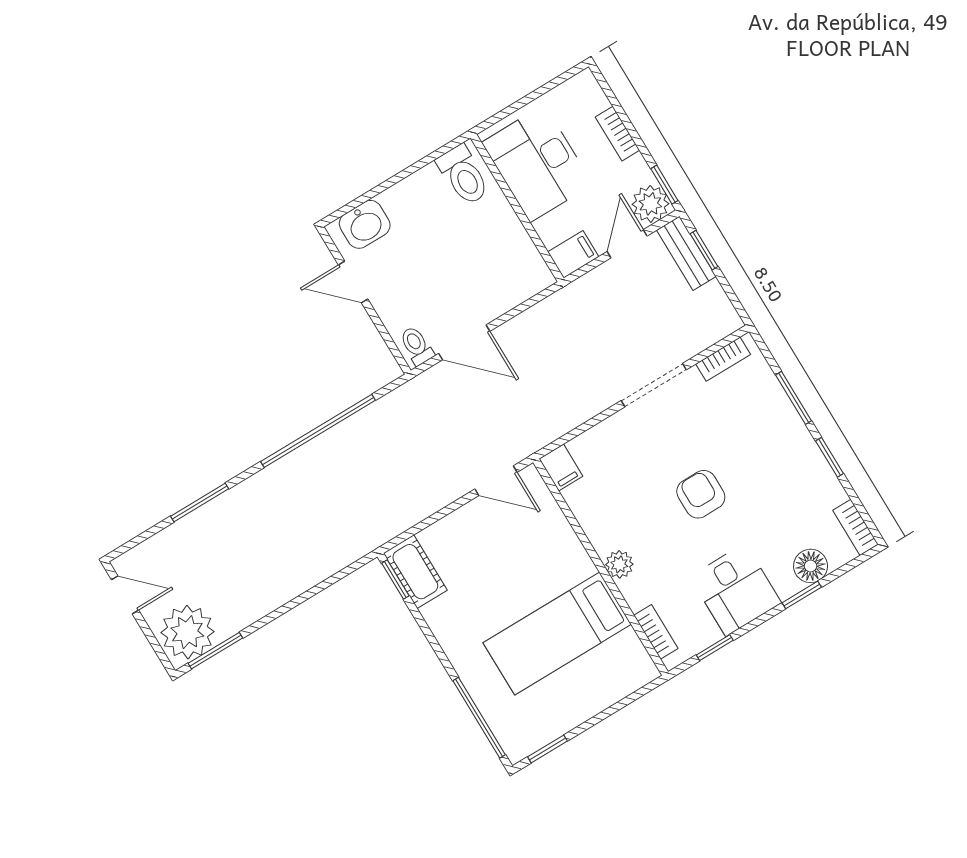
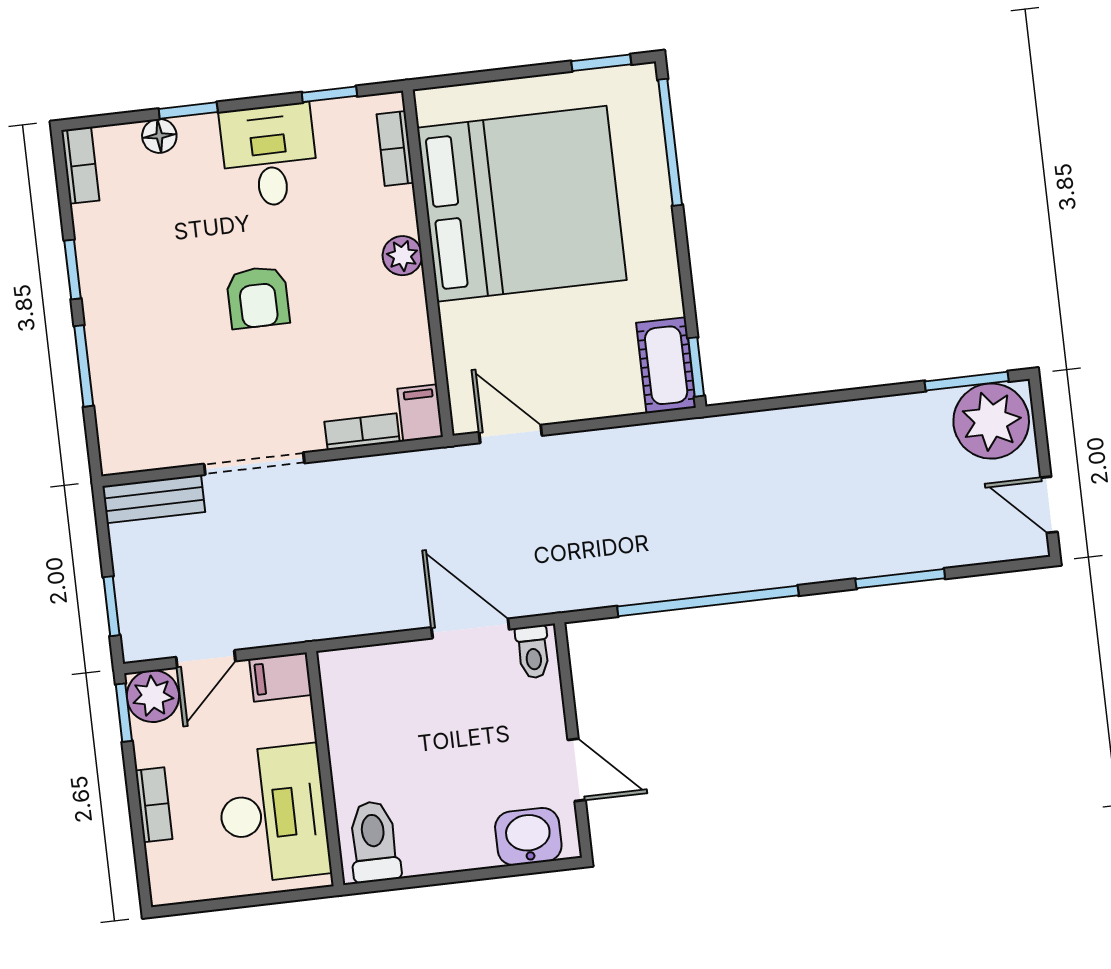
bench: (686, 253) -> (154, 499), moved, turned 90
bookcase: (723, 359) -> (362, 432), moved
floor lamp: (811, 566) -> (159, 136), width x0.73, depth x0.73
bed: (557, 634) -> (522, 204), width x2.04

